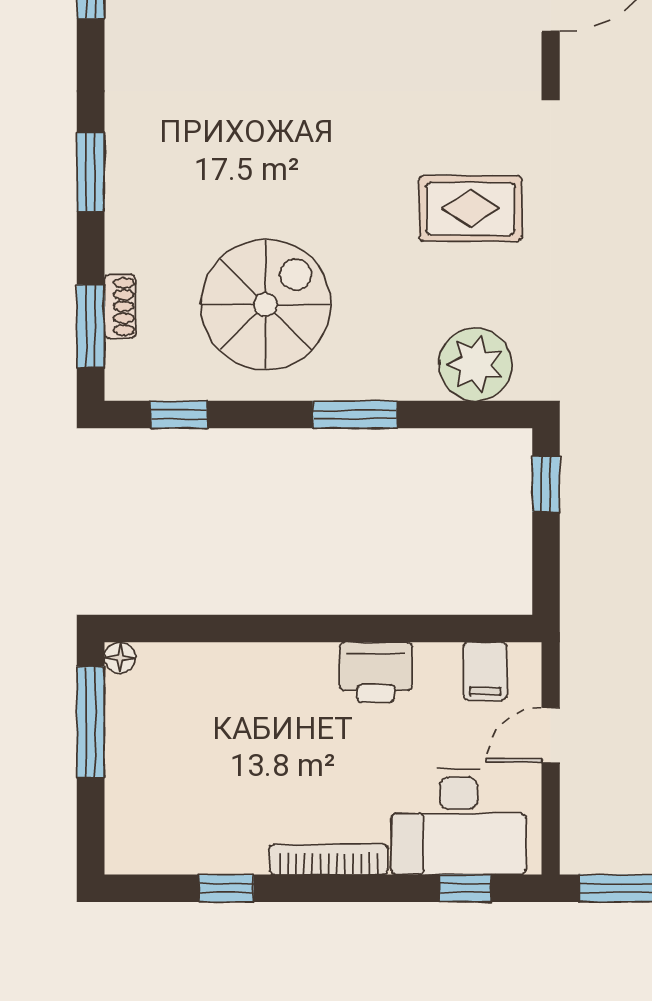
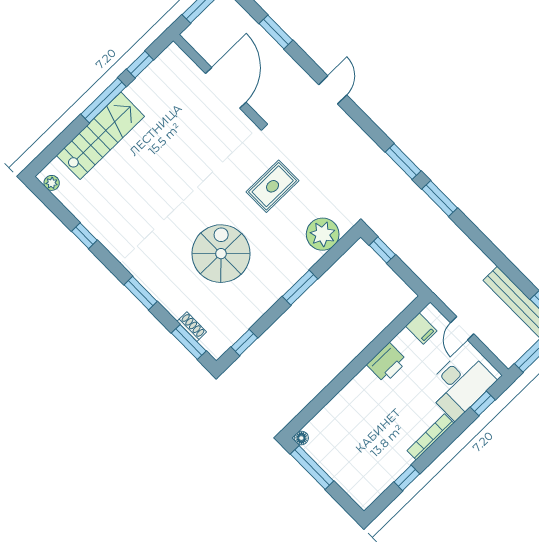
spiral stairs: (266, 305) -> (221, 254), moved

